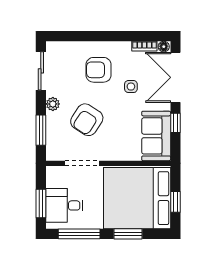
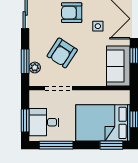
plant: (53, 104) -> (35, 68), moved
bed: (137, 198) -> (103, 123), width x0.73
window: (128, 234) -> (111, 145), moved

